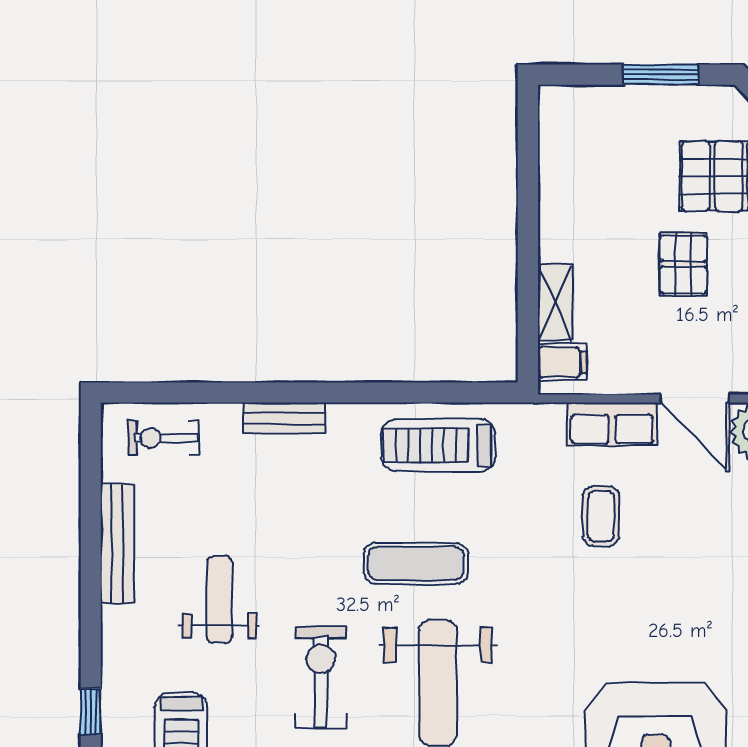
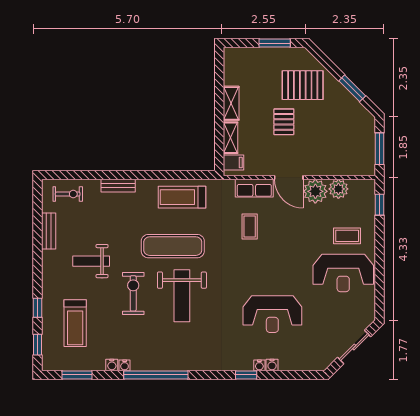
shelving: (556, 220) -> (231, 103), added
exercise bike: (163, 438) -> (68, 194), turned 180
bench: (117, 543) -> (49, 231), width x0.73
exercise mat: (416, 563) -> (173, 246), width x1.36, depth x1.45
weight bench: (219, 599) -> (91, 261), turned -90

